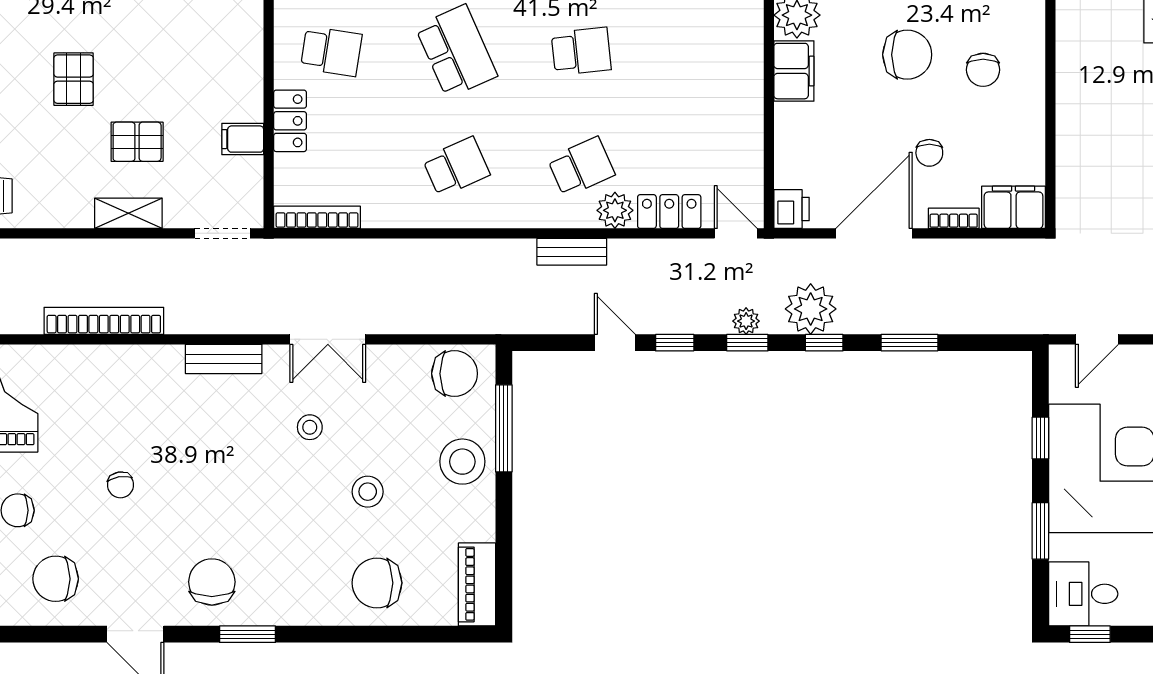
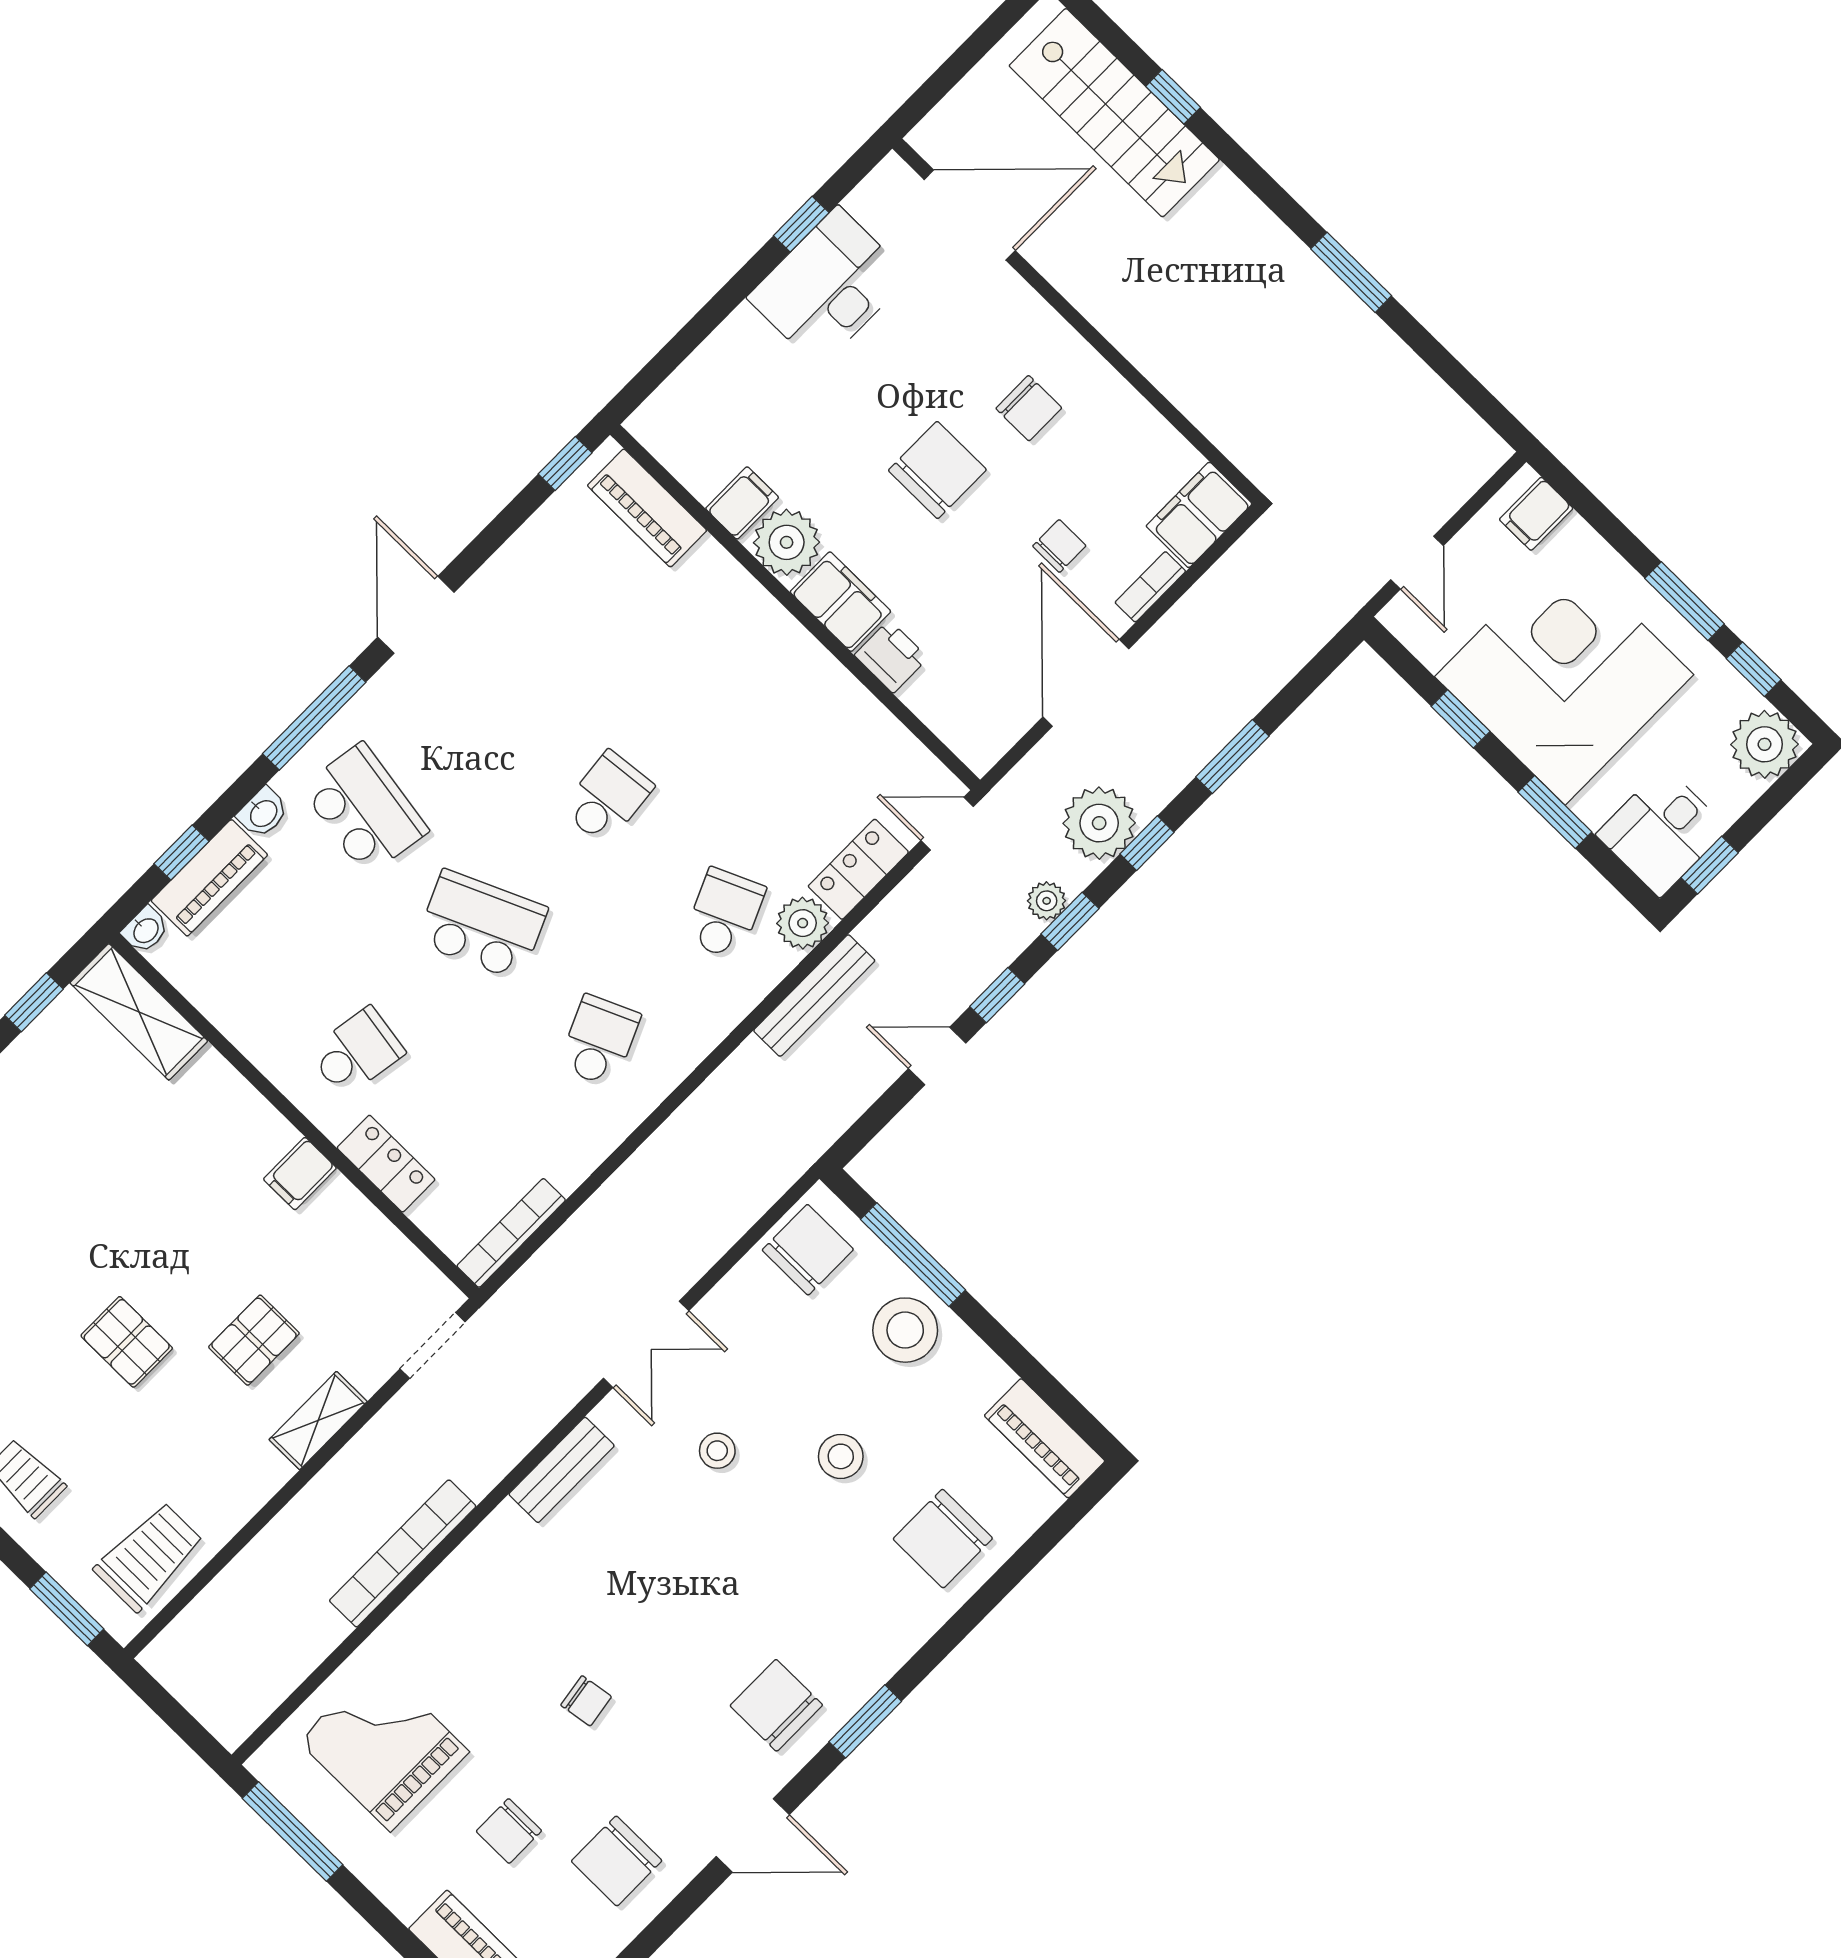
filing cabinet: (243, 139) -> (300, 1174), moved
chair: (929, 153) -> (1059, 546), turned -90
printer: (791, 209) -> (891, 656), moved
bench: (572, 252) -> (814, 996), width x1.36

